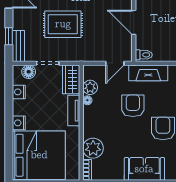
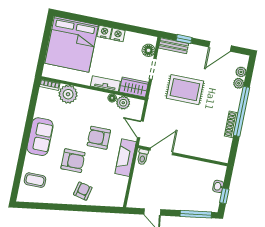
door: (134, 22) -> (161, 151), moved
rug: (63, 24) -> (185, 90), turned 90
nightstand: (19, 92) -> (118, 35), moved
armchair: (133, 106) -> (99, 138), turned 180

